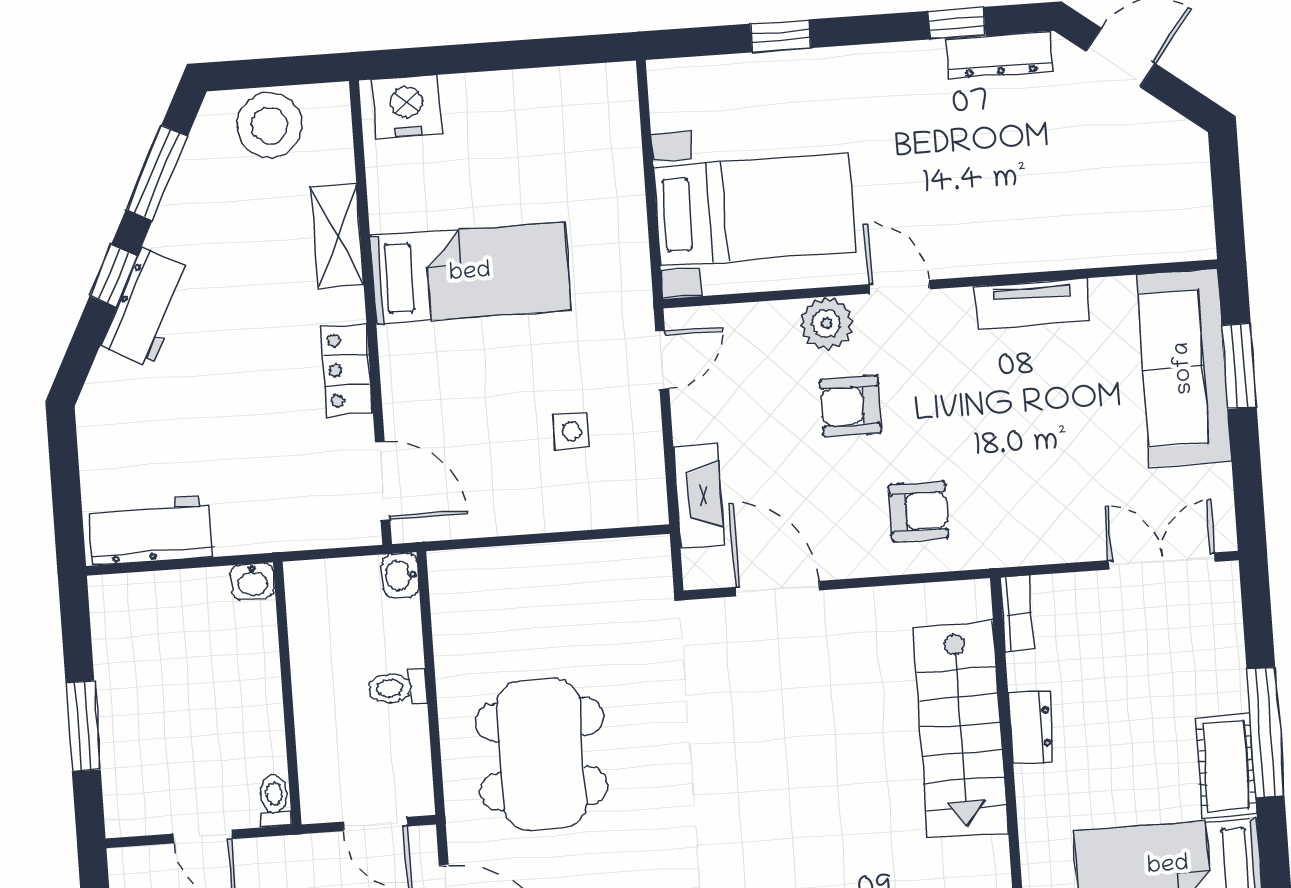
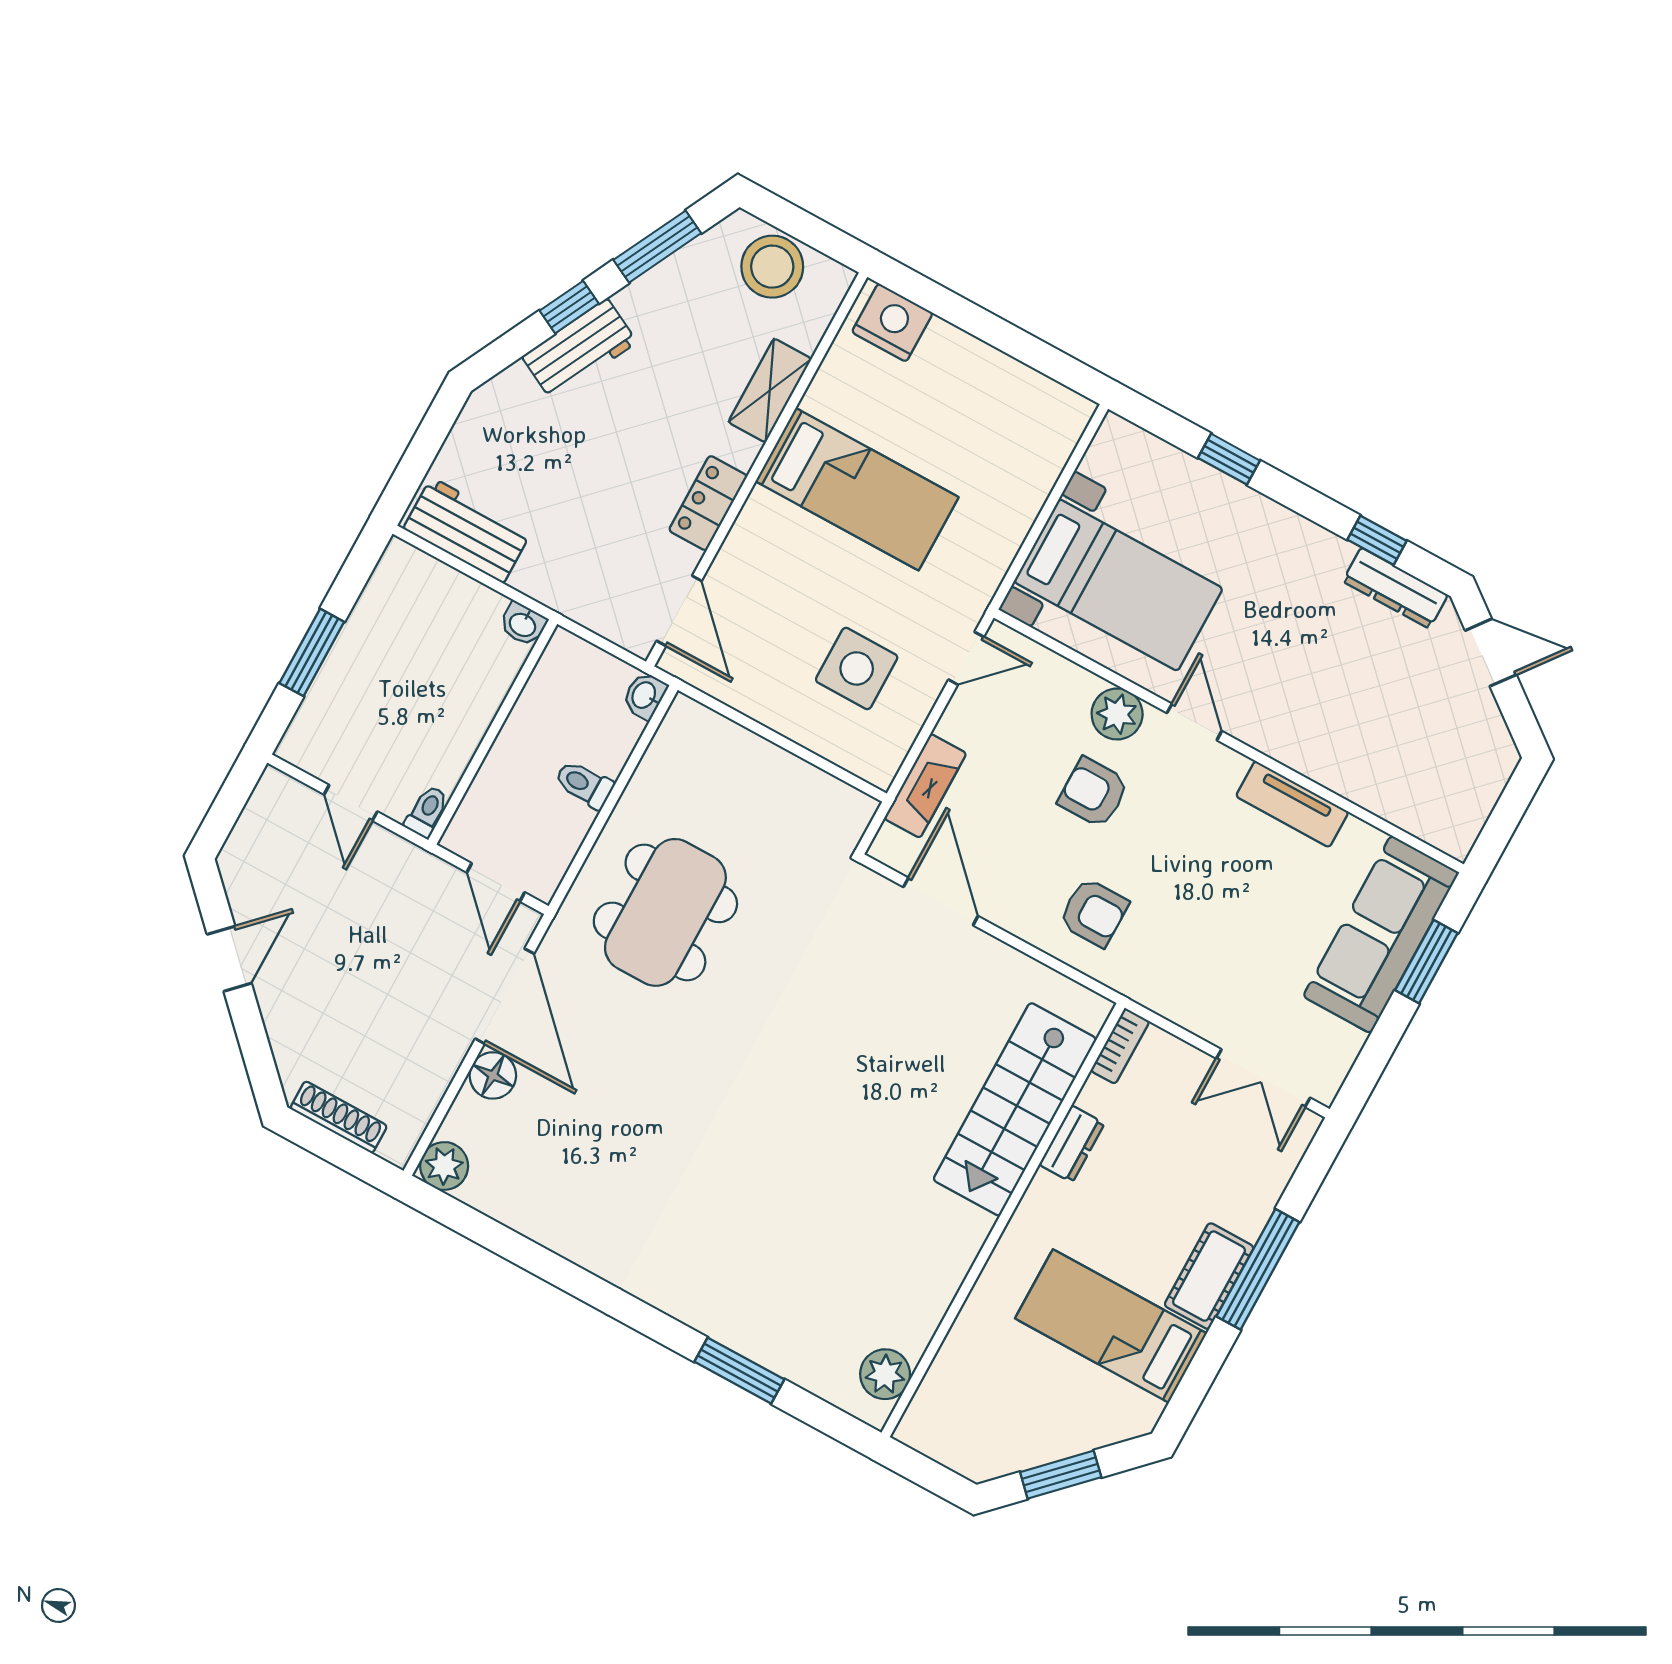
side table: (572, 431) -> (857, 668), width x1.87, depth x1.87
double door: (1162, 561) -> (1263, 1078), swing flipped

